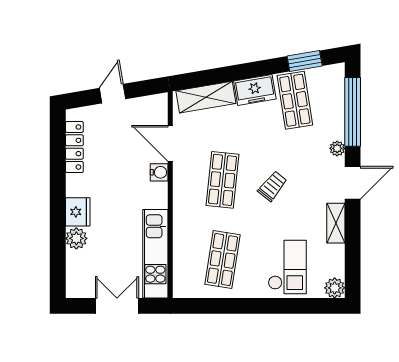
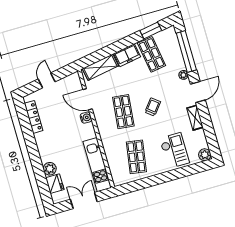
fridge: (78, 212) -> (55, 184), moved

